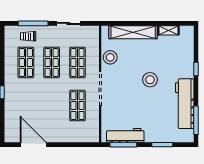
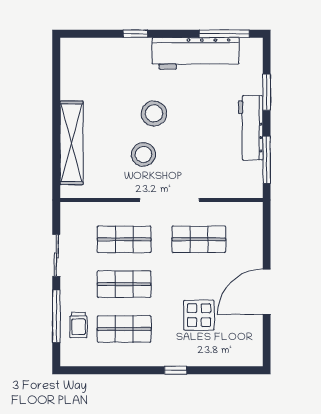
shelving: (168, 30) -> (68, 81), removed
stool: (110, 57) -> (143, 155), moved
display table: (34, 106) -> (199, 315), added
workbench: (125, 135) -> (251, 128), moved
door: (33, 145) -> (267, 292), moved

